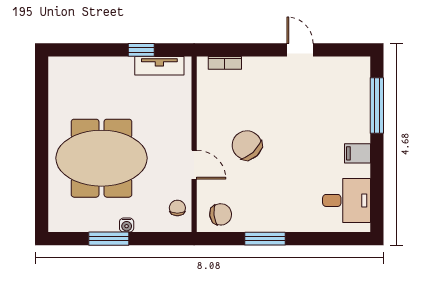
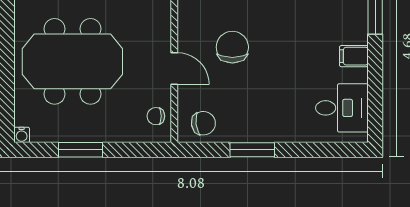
chair: (247, 145) -> (232, 47), turned 43
chair: (177, 208) -> (156, 116), turned -90
water cooler: (127, 225) -> (22, 135), moved

